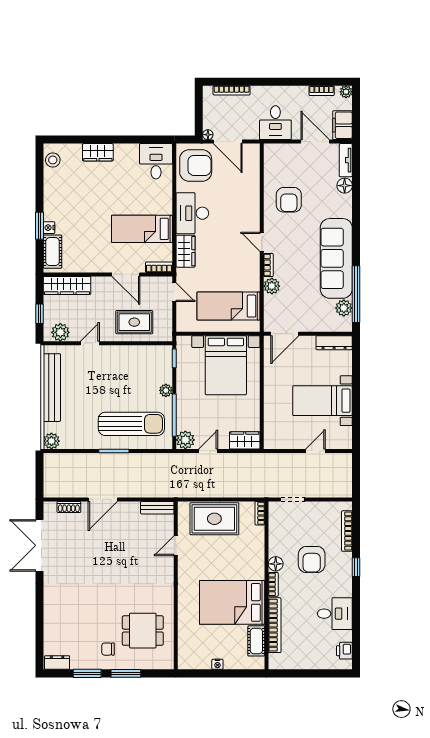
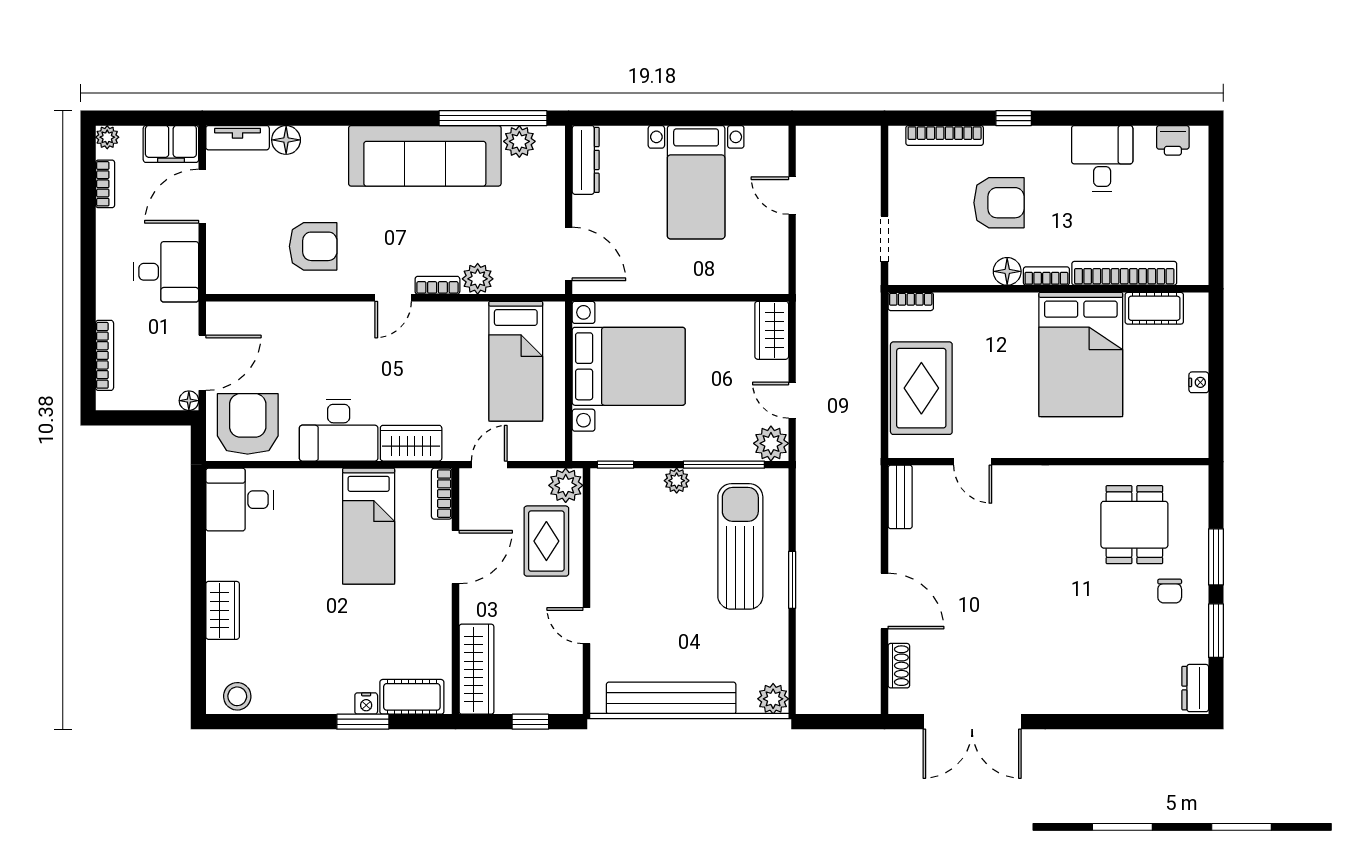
plant: (60, 332) -> (566, 485), moved

